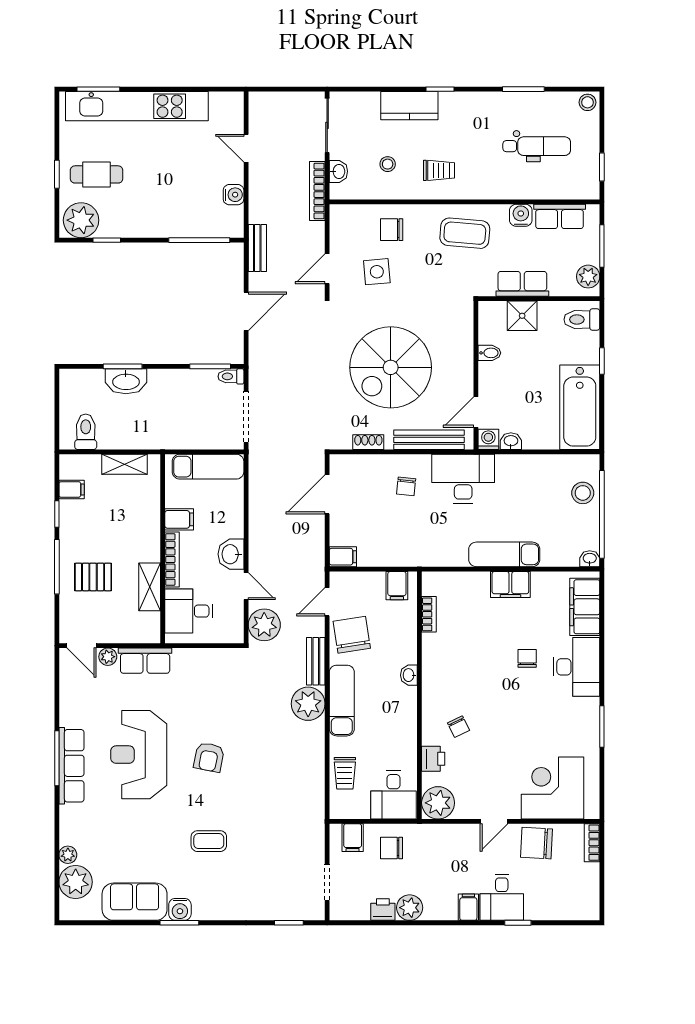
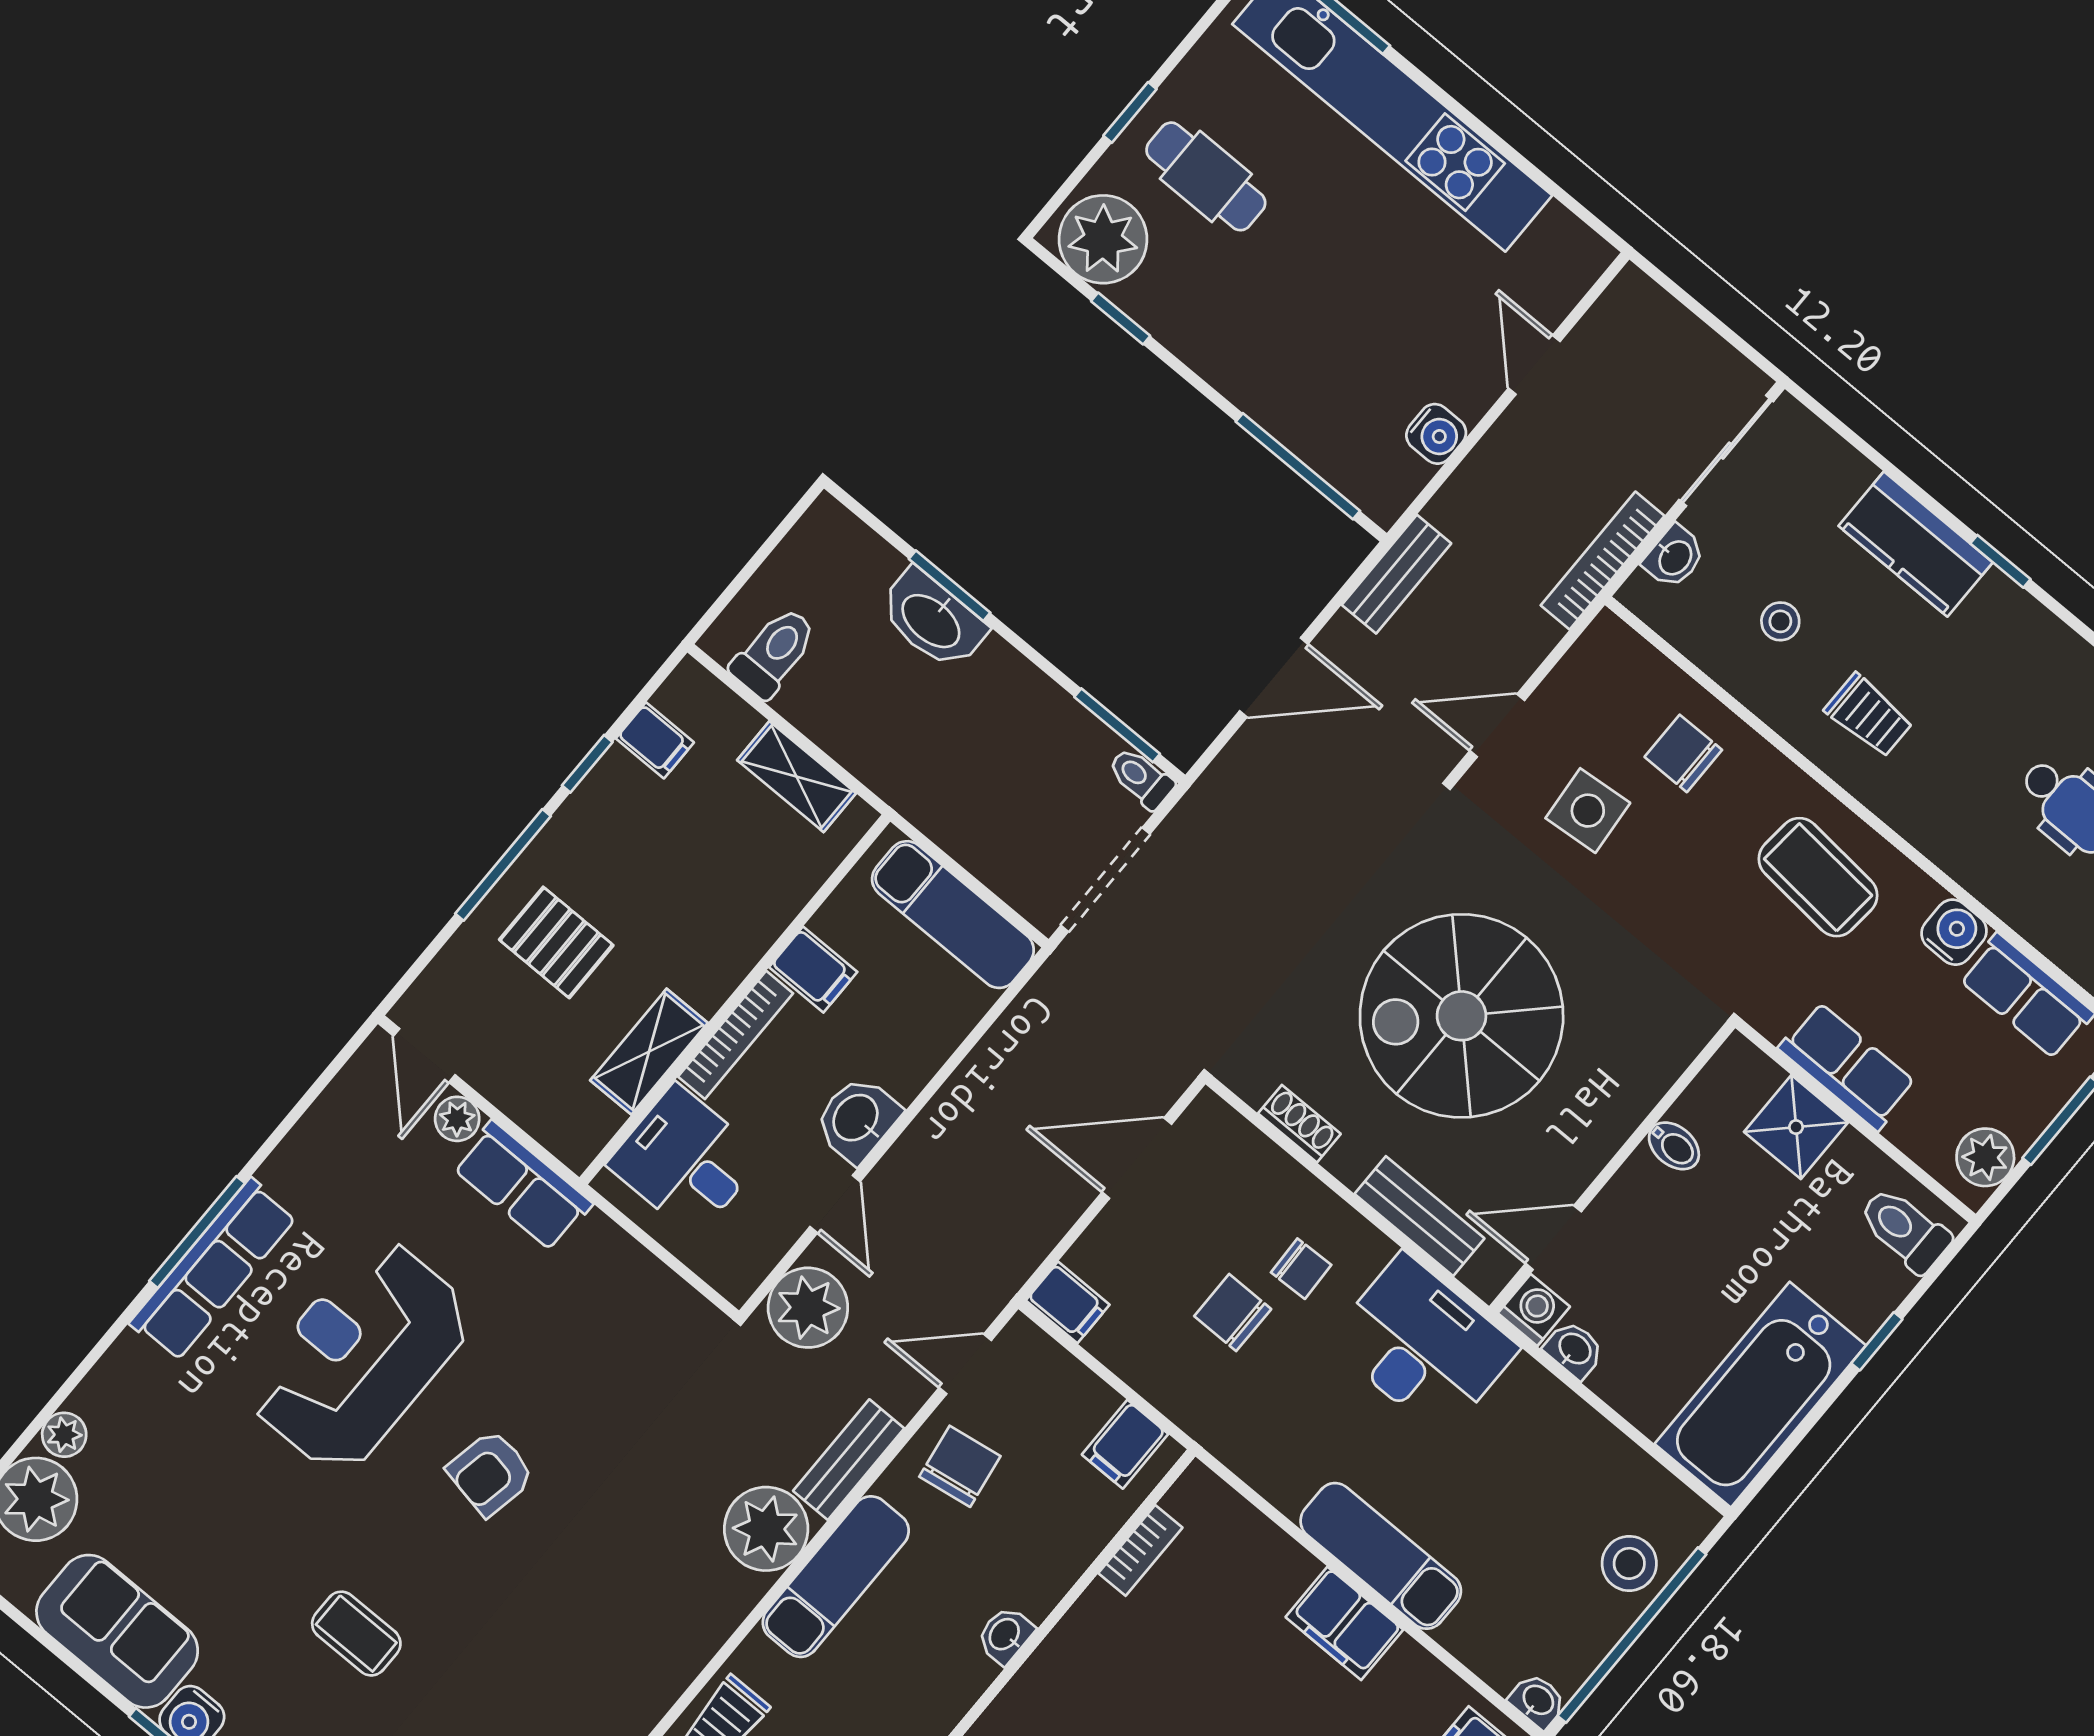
bench: (429, 440) -> (1420, 1216), width x0.73
chair: (406, 486) -> (1301, 1269), turned -98
chair: (396, 517) -> (1233, 1313), added
chair: (352, 635) -> (960, 1466), width x0.73, depth x0.73

